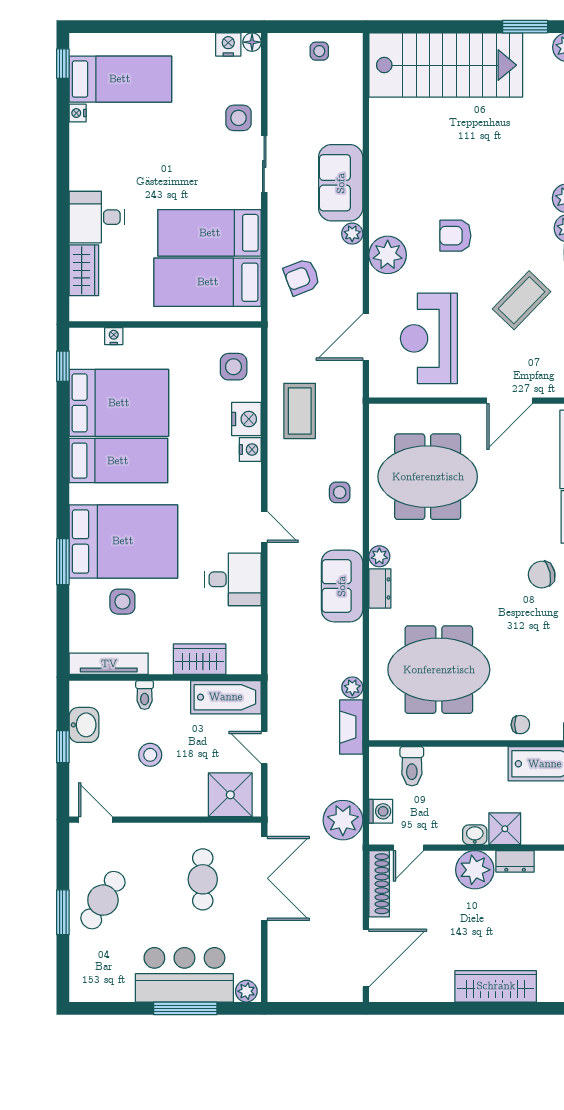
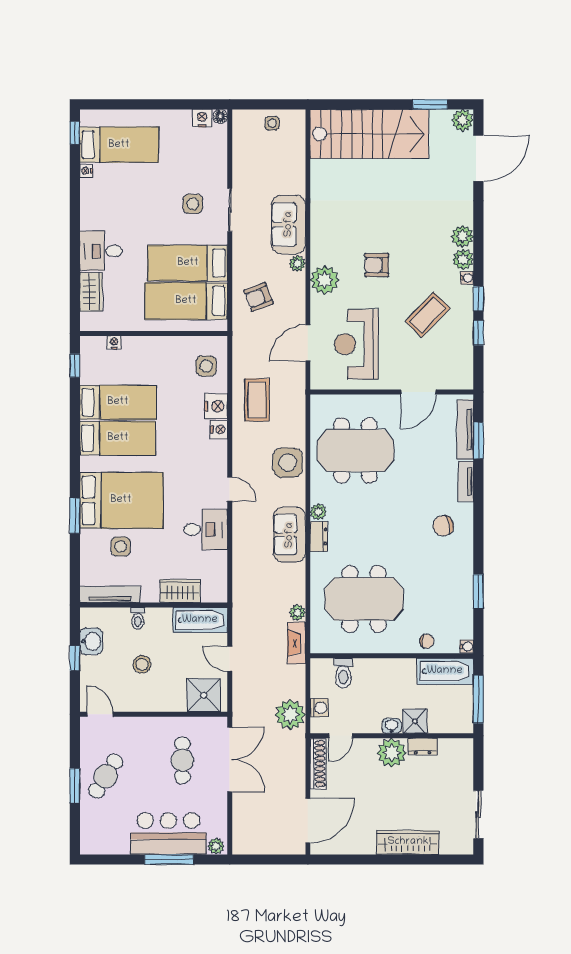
side table: (239, 118) -> (193, 204), moved
bed: (119, 403) -> (118, 402), width x0.67
side table: (340, 492) -> (288, 463), width x1.87, depth x1.87

